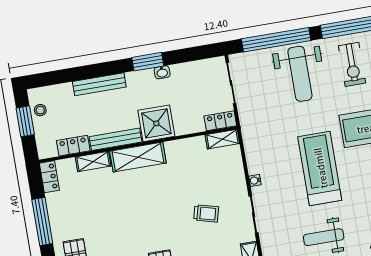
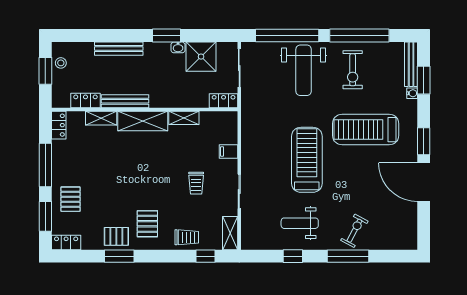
shower: (156, 123) -> (201, 57), moved
shelving: (222, 139) -> (184, 118), moved
filing cabinet: (235, 174) -> (228, 151), added
water cooler: (255, 180) -> (246, 161), removed
trolley: (206, 213) -> (196, 183), turned 75

